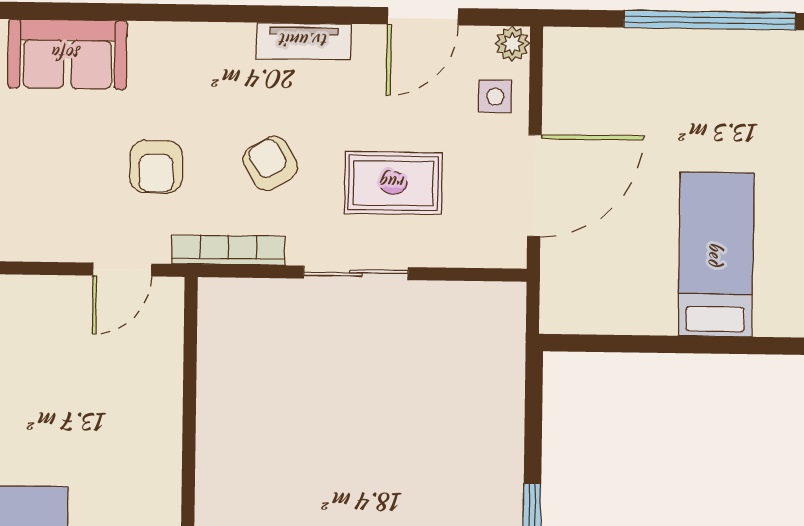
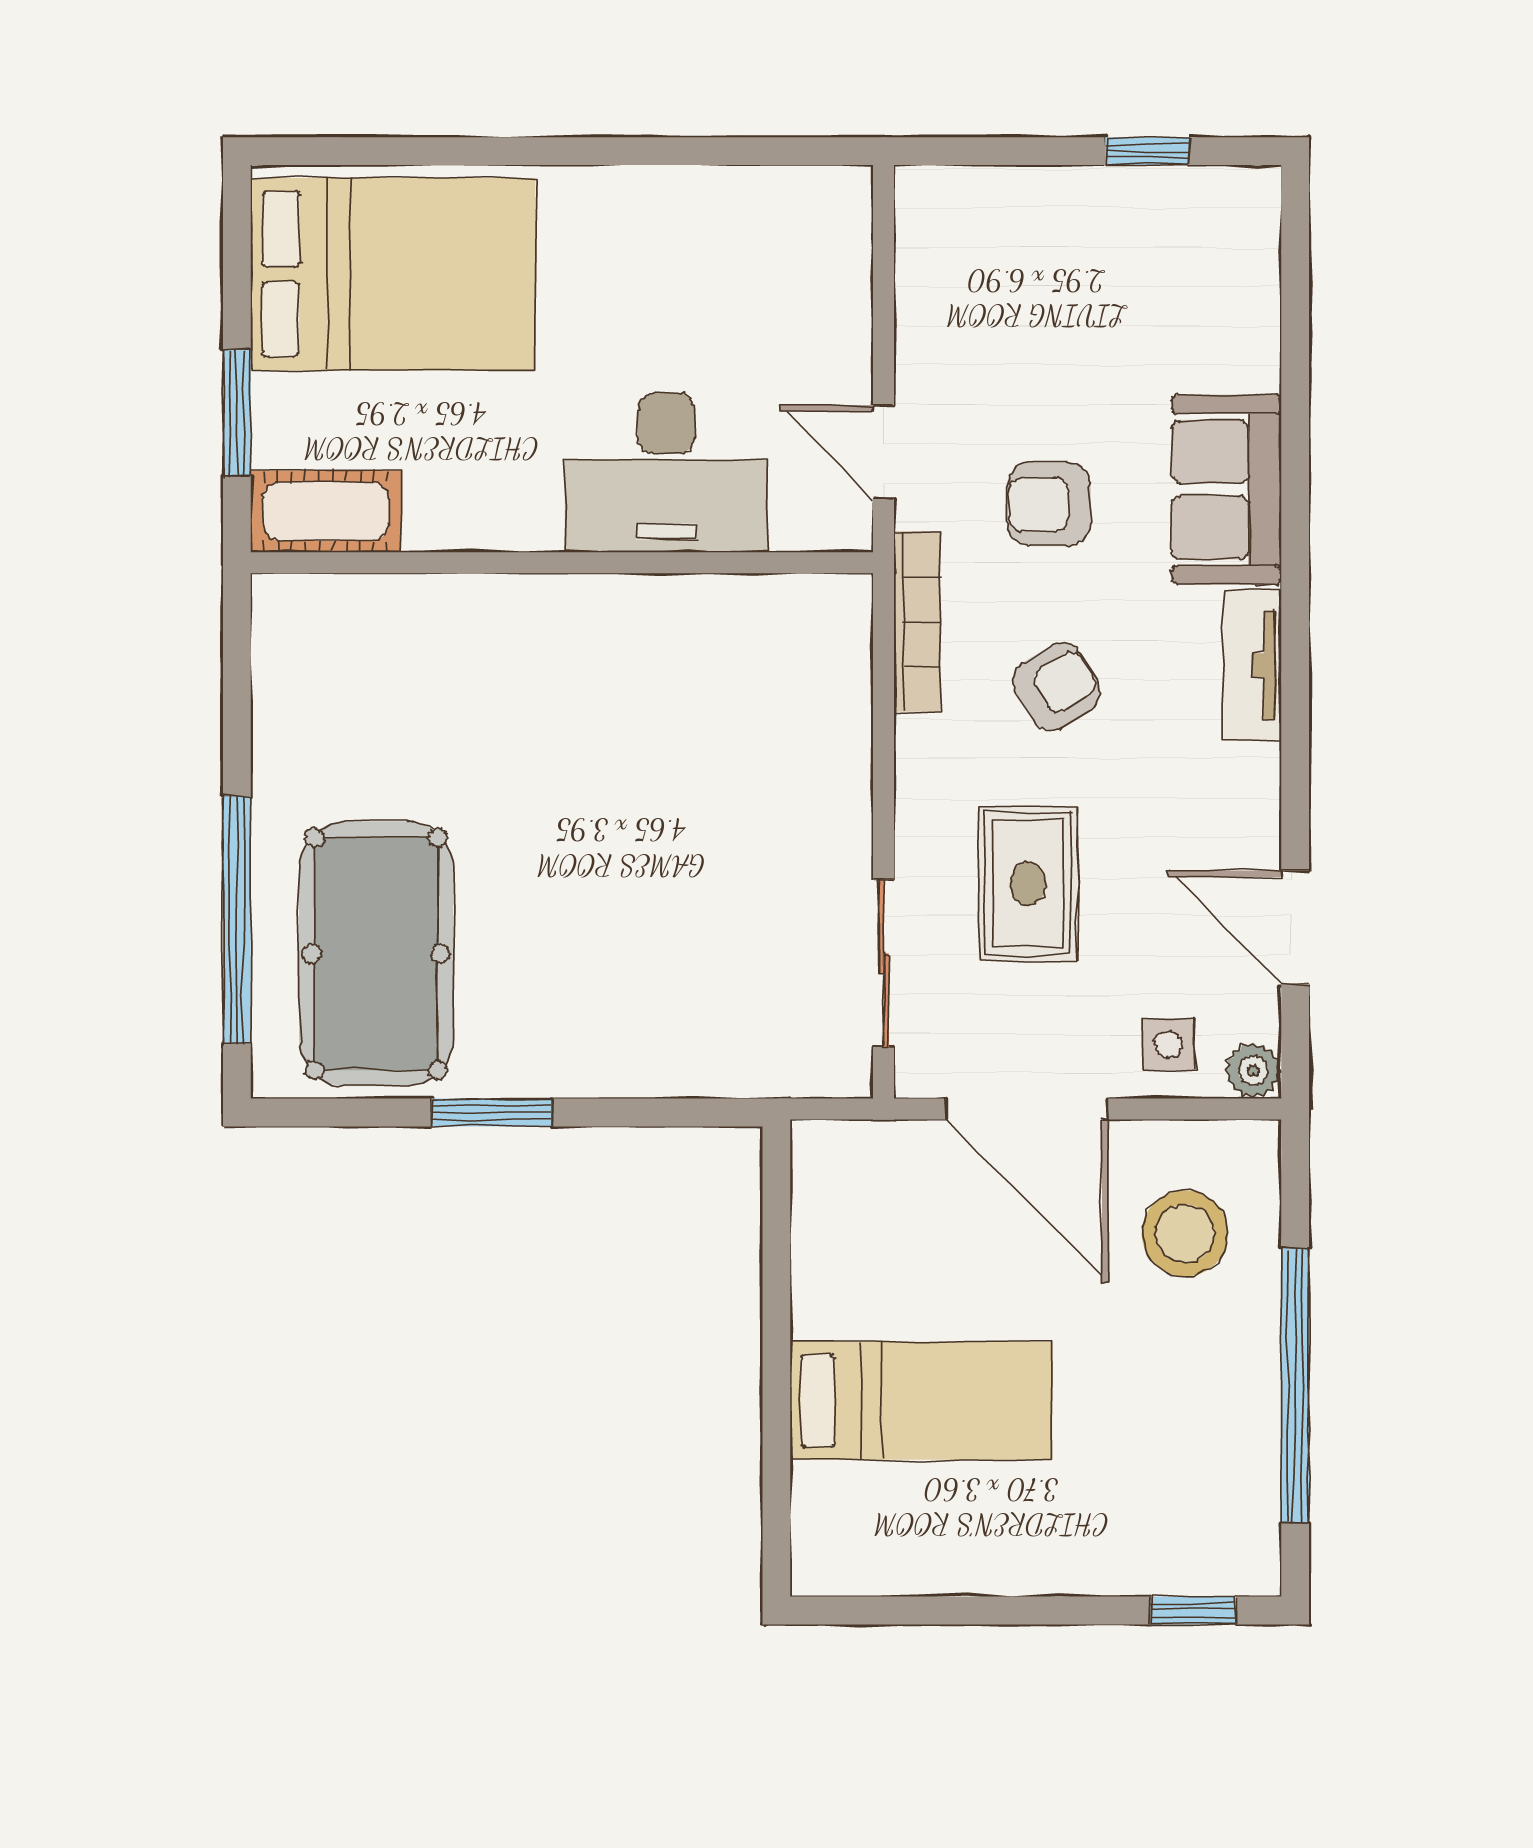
tv unit: (304, 41) -> (1252, 665), moved
sofa: (67, 54) -> (1226, 490), moved
stool: (614, 88) -> (1185, 1233), added
sliding door: (356, 273) -> (884, 963), moved
desk: (133, 406) -> (666, 473), added

